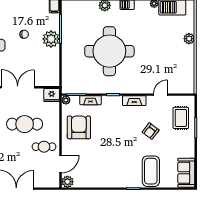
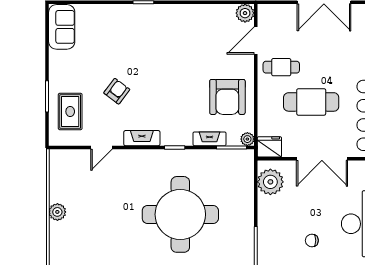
plant: (51, 39) -> (270, 182), moved
plant: (189, 39) -> (57, 212), moved
coffee table: (151, 171) -> (116, 29), removed

